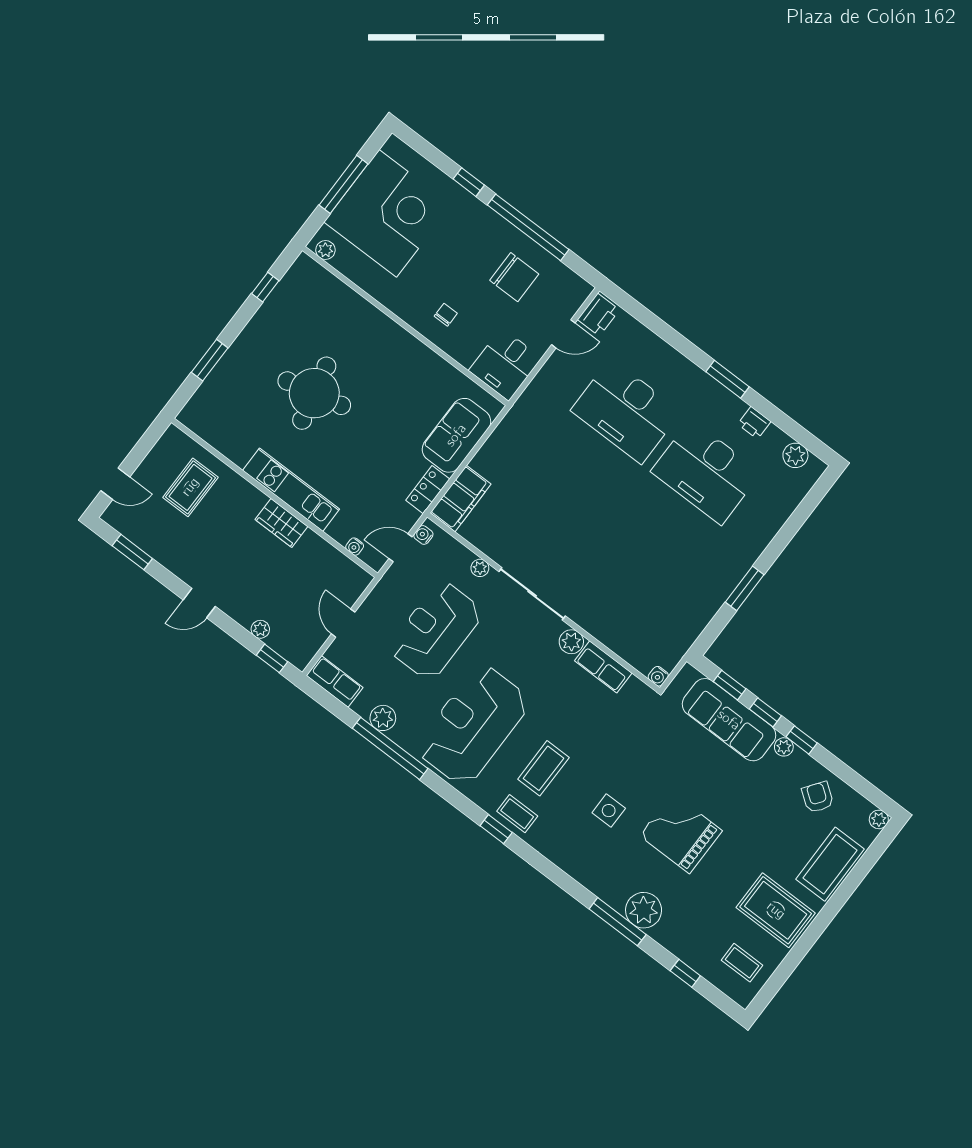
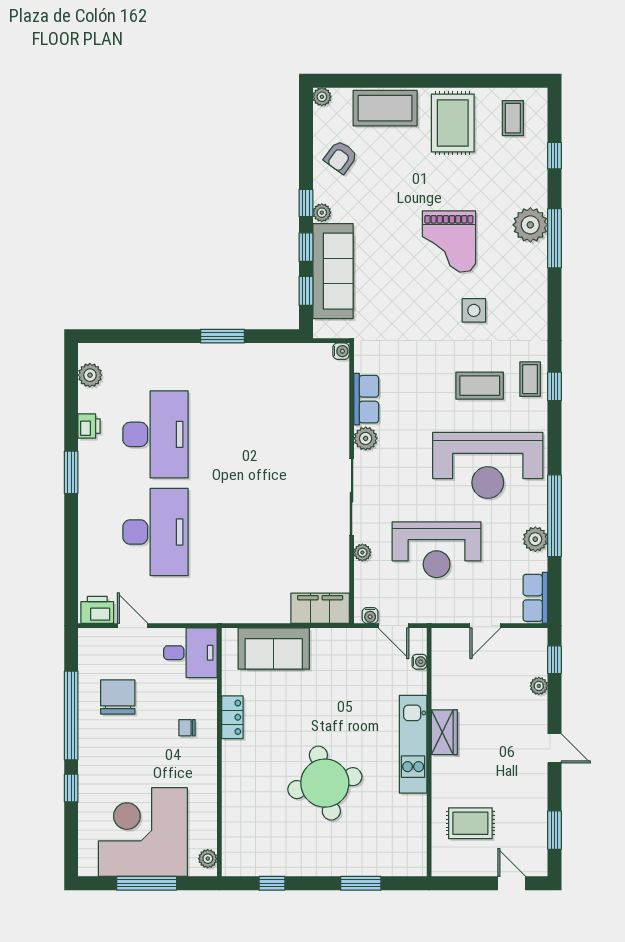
locker: (428, 490) -> (232, 717), moved, turned -90

